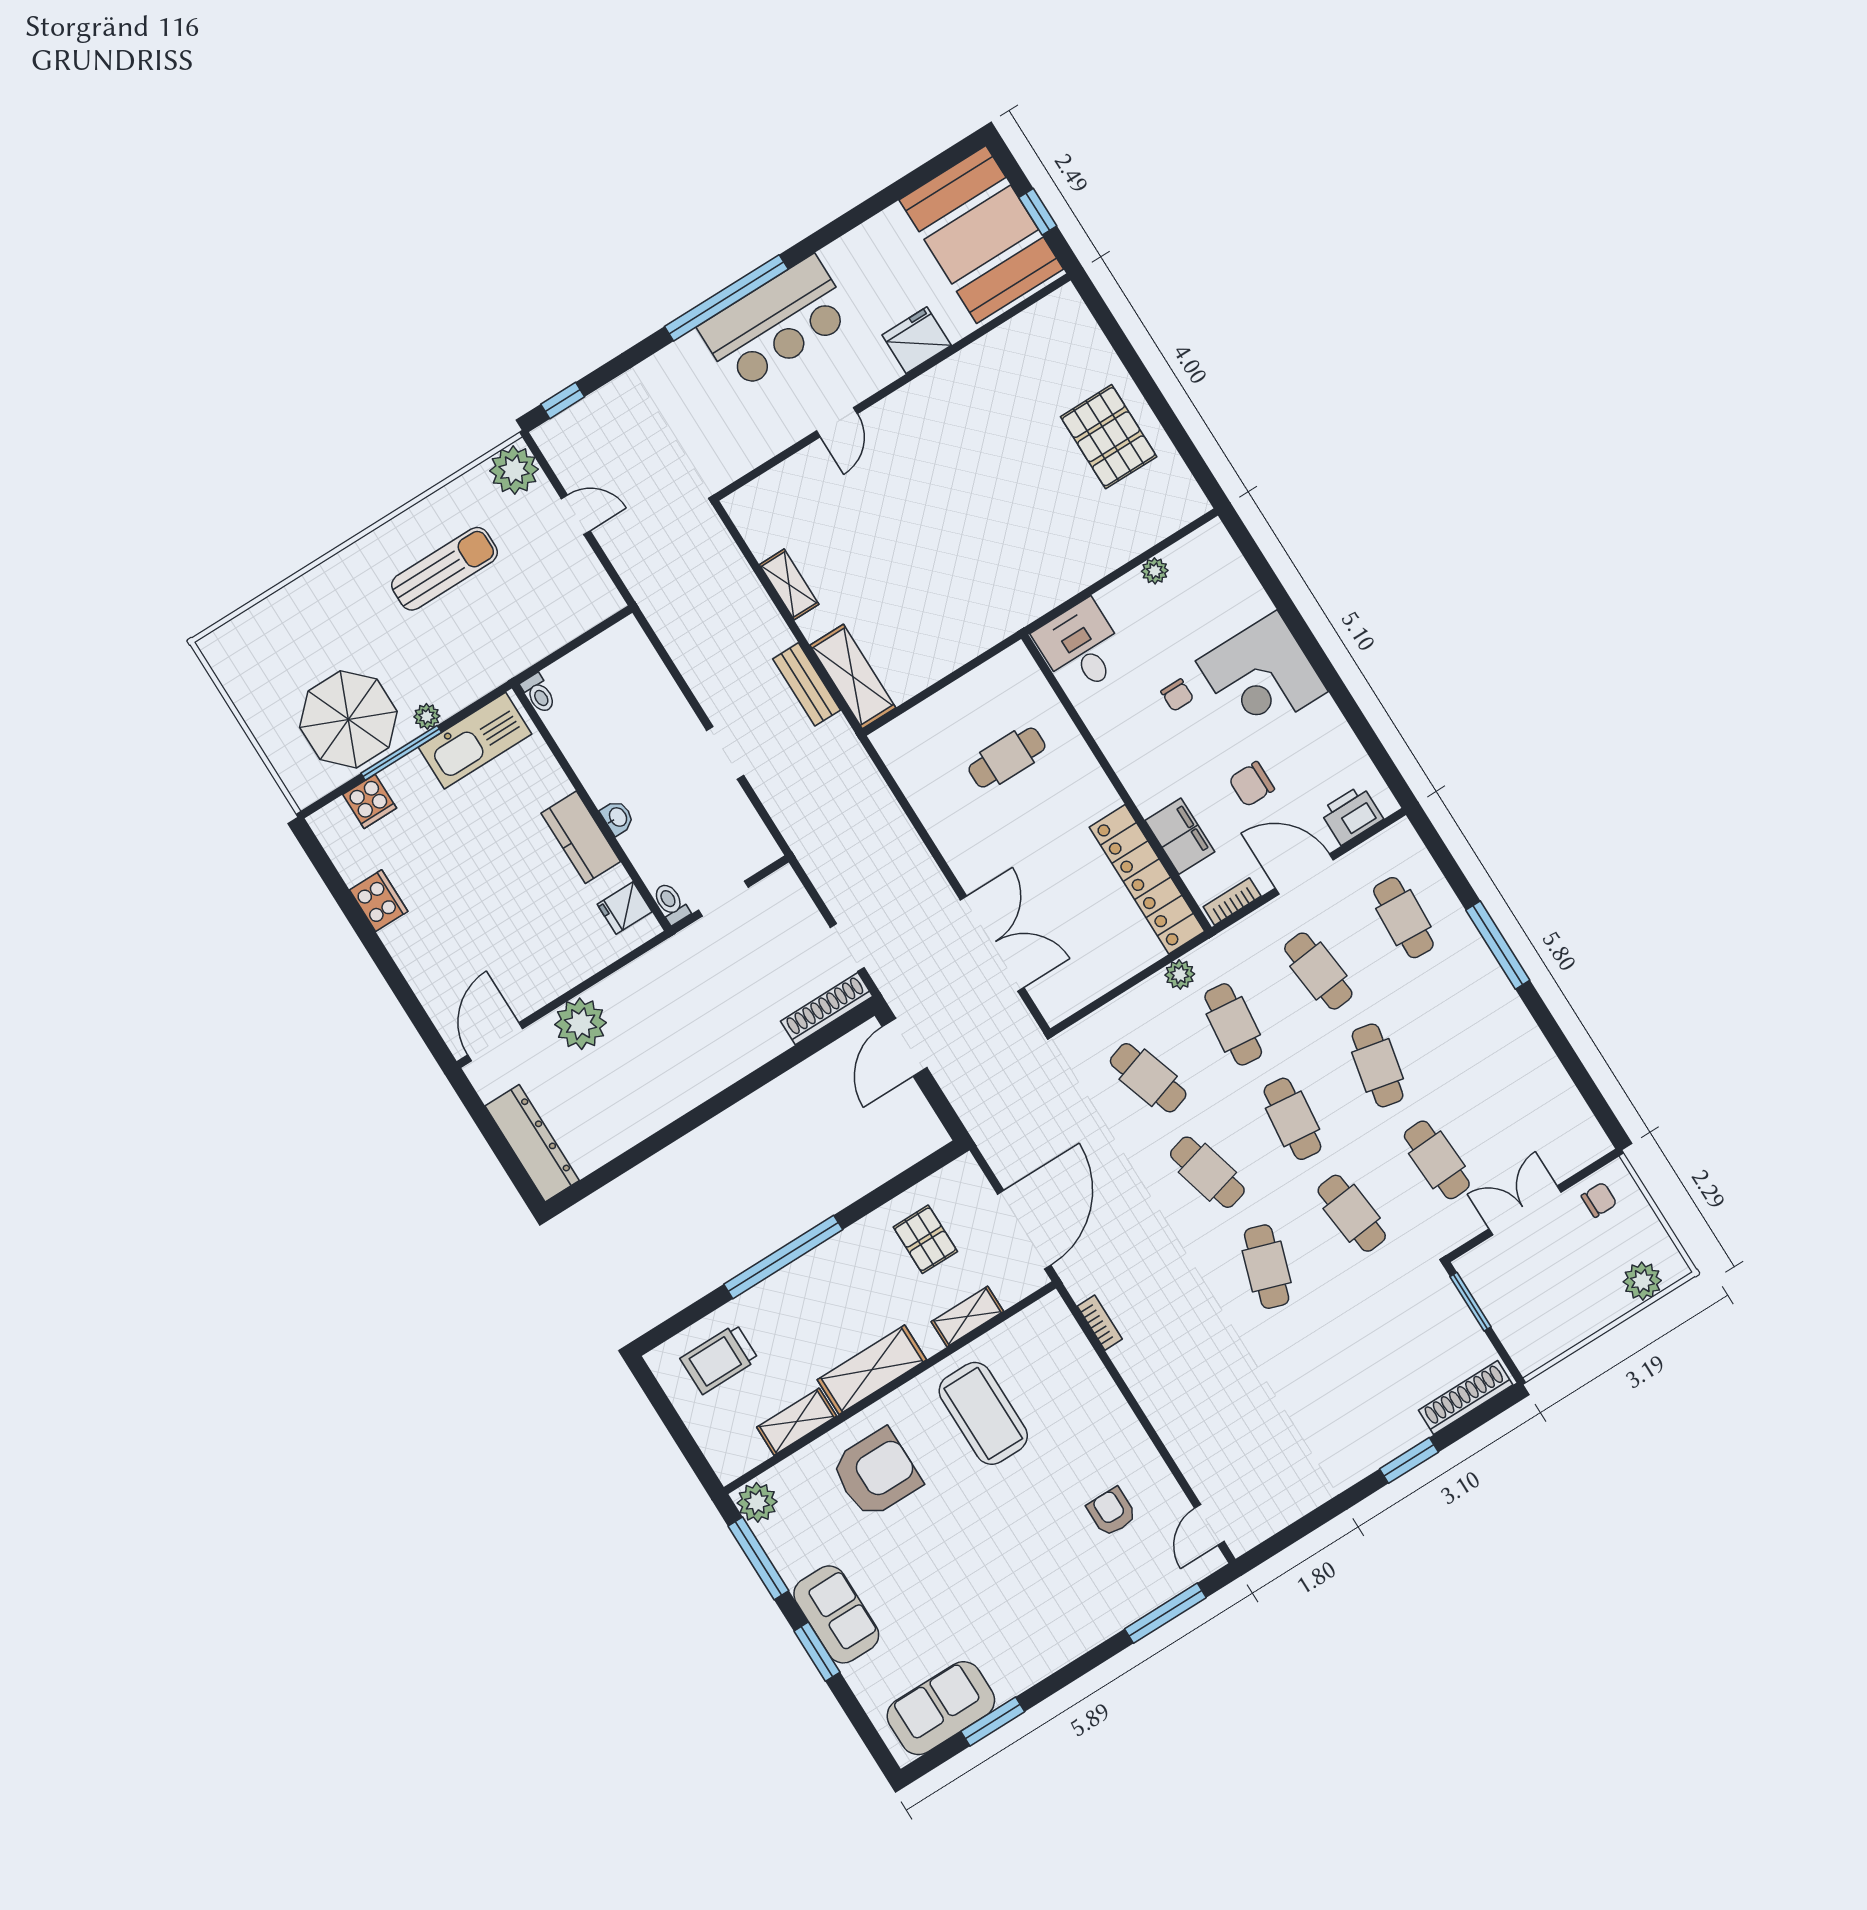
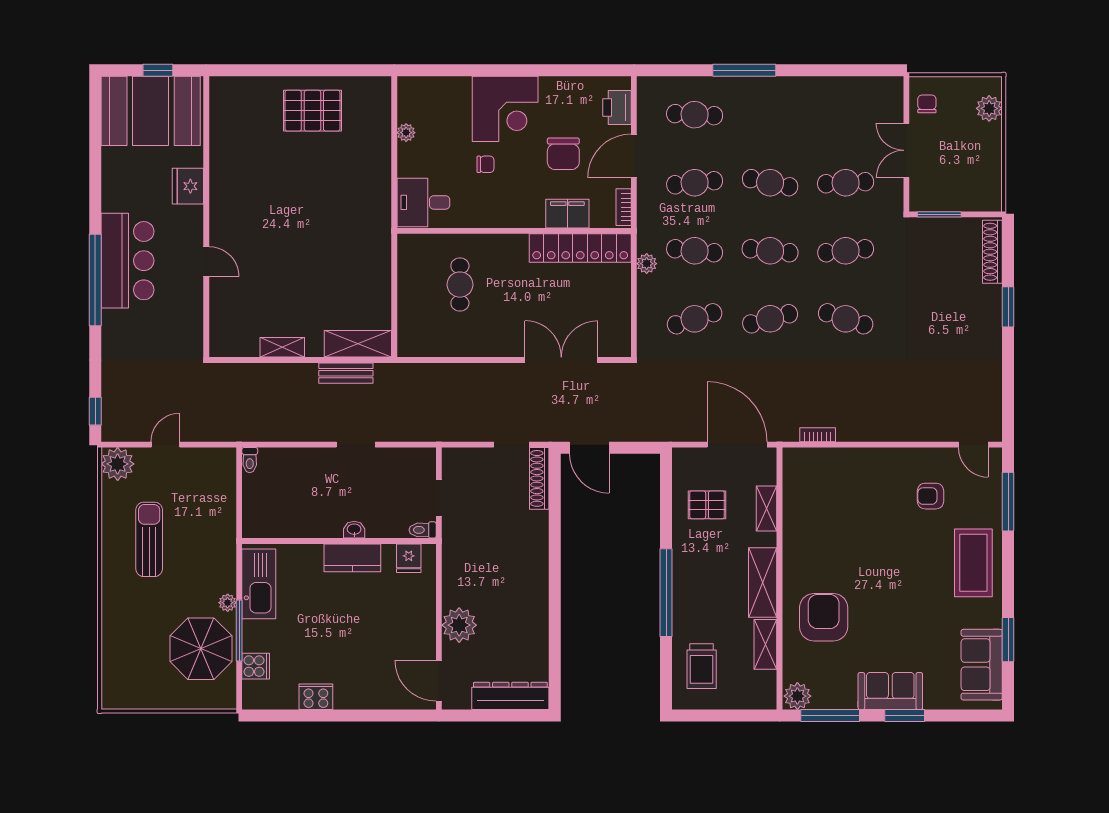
toilet: (539, 694) -> (250, 460), moved, turned 90
chair: (1252, 784) -> (563, 154), width x1.37, depth x1.37
coffee table: (983, 1413) -> (973, 563), moved, turned 90

